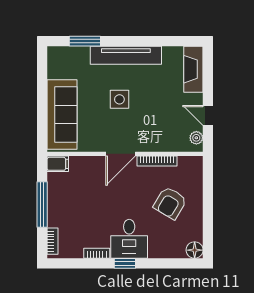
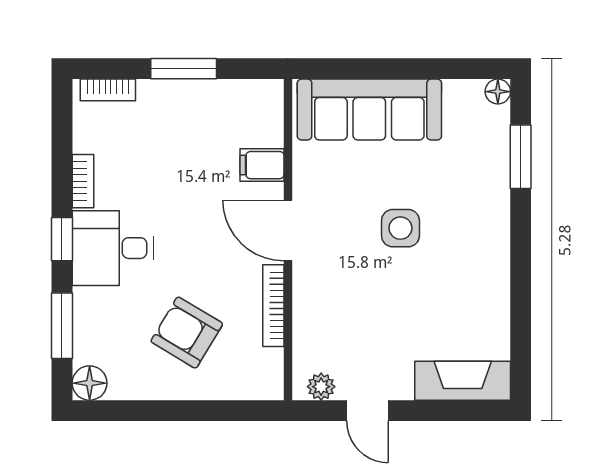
floor lamp: (53, 52) -> (498, 92), added
tv unit: (126, 55) -> (492, 241), removed
door: (208, 115) -> (367, 411), swing flipped
filing cabinet: (58, 164) -> (262, 165), moved, turned 90
window: (42, 204) -> (184, 69), width x0.69
window: (167, 263) -> (62, 326), added

